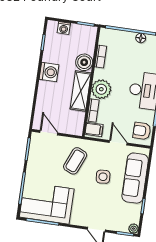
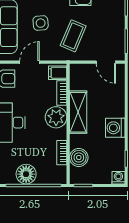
washing machine: (64, 28) -> (118, 178), moved
floor lamp: (141, 38) -> (26, 174), width x1.89, depth x1.89
boiler: (84, 62) -> (79, 157), moved
door: (118, 143) -> (29, 62), swing flipped

